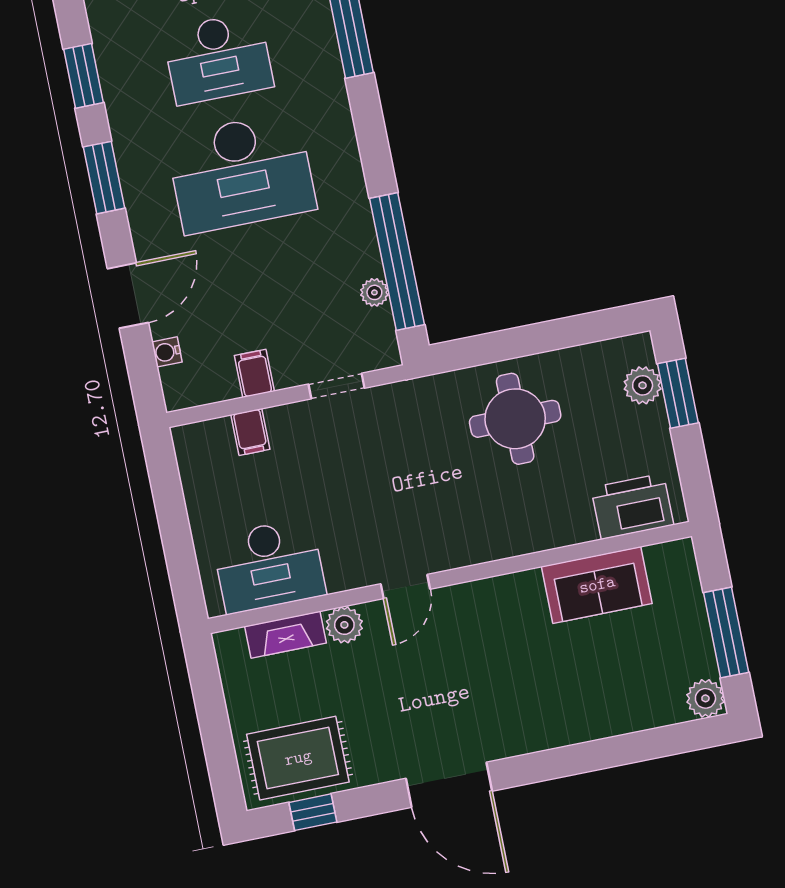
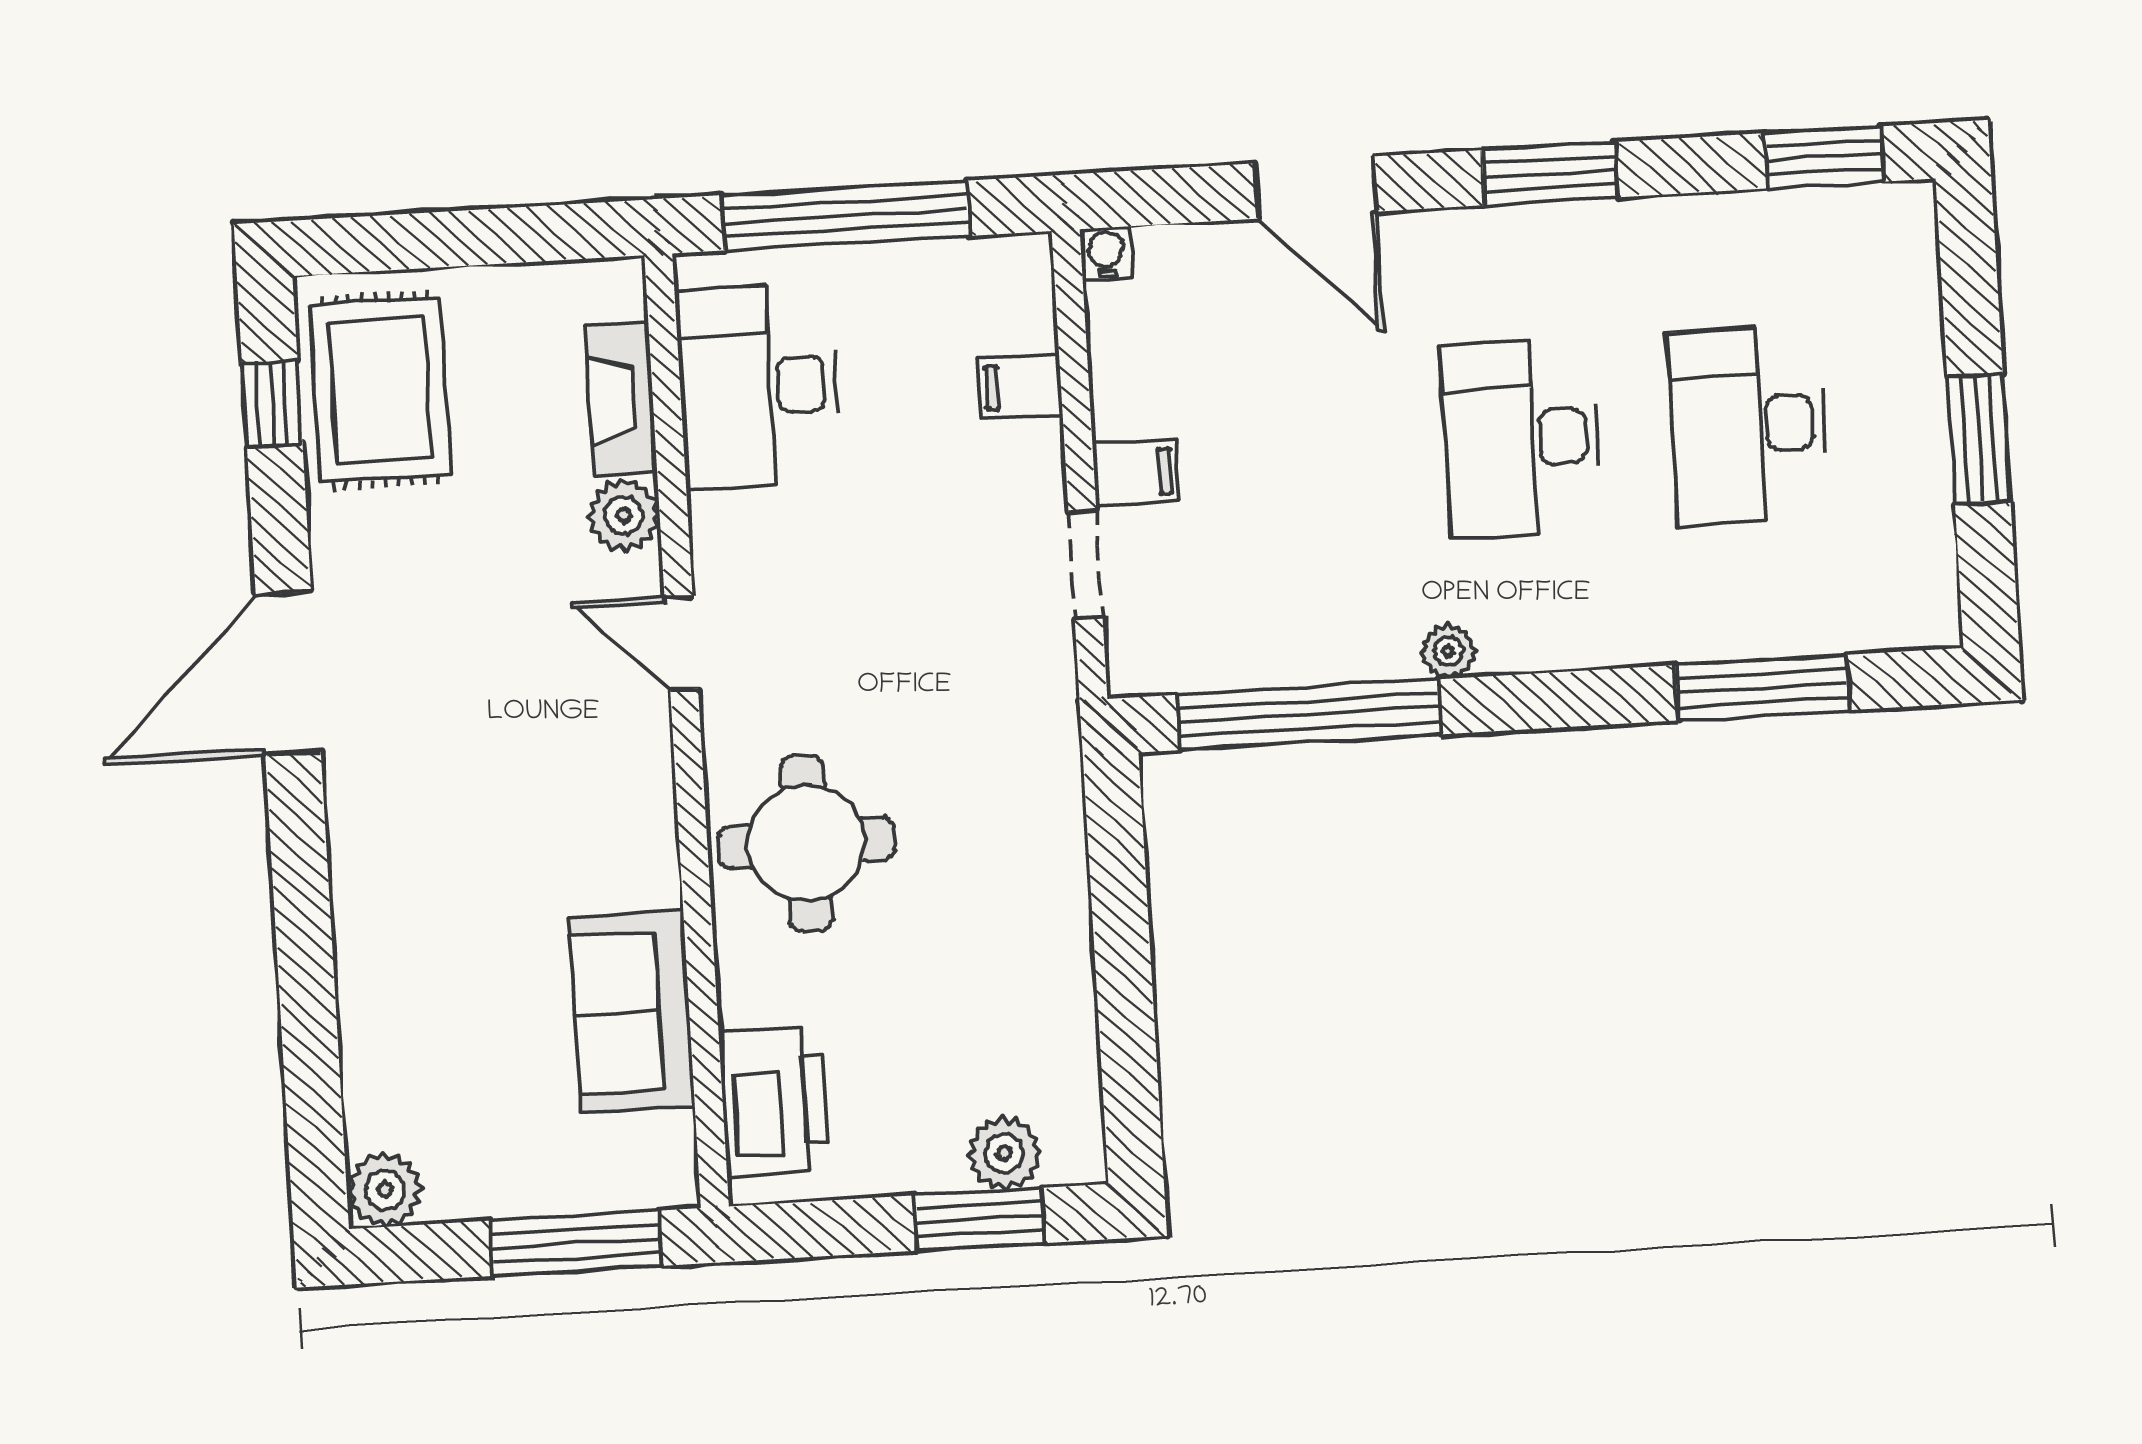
window: (83, 76) -> (1824, 157), moved
desk: (241, 173) -> (1522, 439), width x0.73, depth x0.77
plant: (374, 292) -> (1448, 651), moved
water cooler: (167, 352) -> (1106, 253), moved
filing cabinet: (254, 373) -> (1136, 473), moved
round table: (515, 419) -> (807, 843), moved
window: (176, 533) -> (846, 215), added
window: (726, 633) -> (576, 1243), moved

